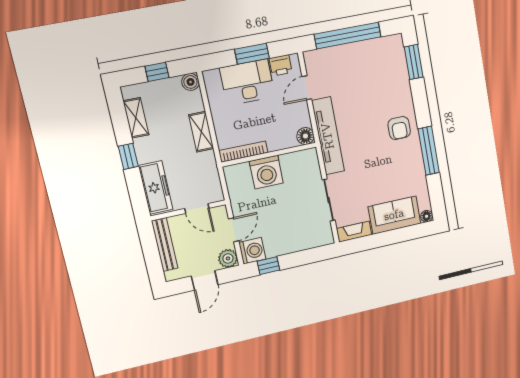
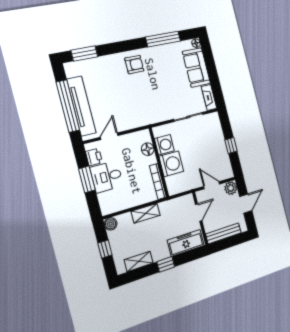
desk: (247, 82) -> (107, 177), width x0.73
door: (307, 88) -> (109, 136), swing flipped
floor lamp: (305, 136) -> (148, 149), moved
tv unit: (328, 136) -> (81, 106), moved, turned 90
window: (429, 151) -> (163, 39), moved
washing machine: (252, 251) -> (164, 145), moved, turned 90
window: (268, 266) -> (231, 145), moved
door: (205, 280) -> (246, 204), hinge flipped

